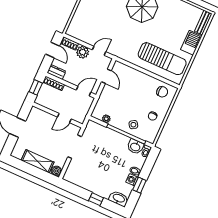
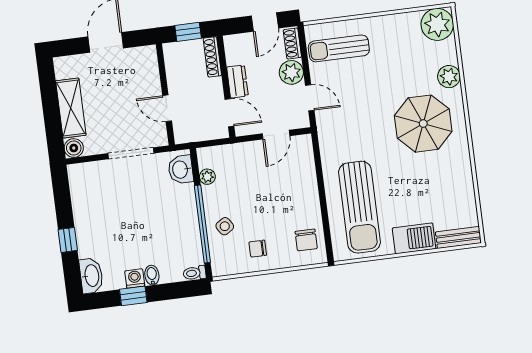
sun lounger: (85, 24) -> (339, 48), added
dresser: (57, 72) -> (237, 81), moved
washbasin: (135, 147) -> (181, 169), moved

